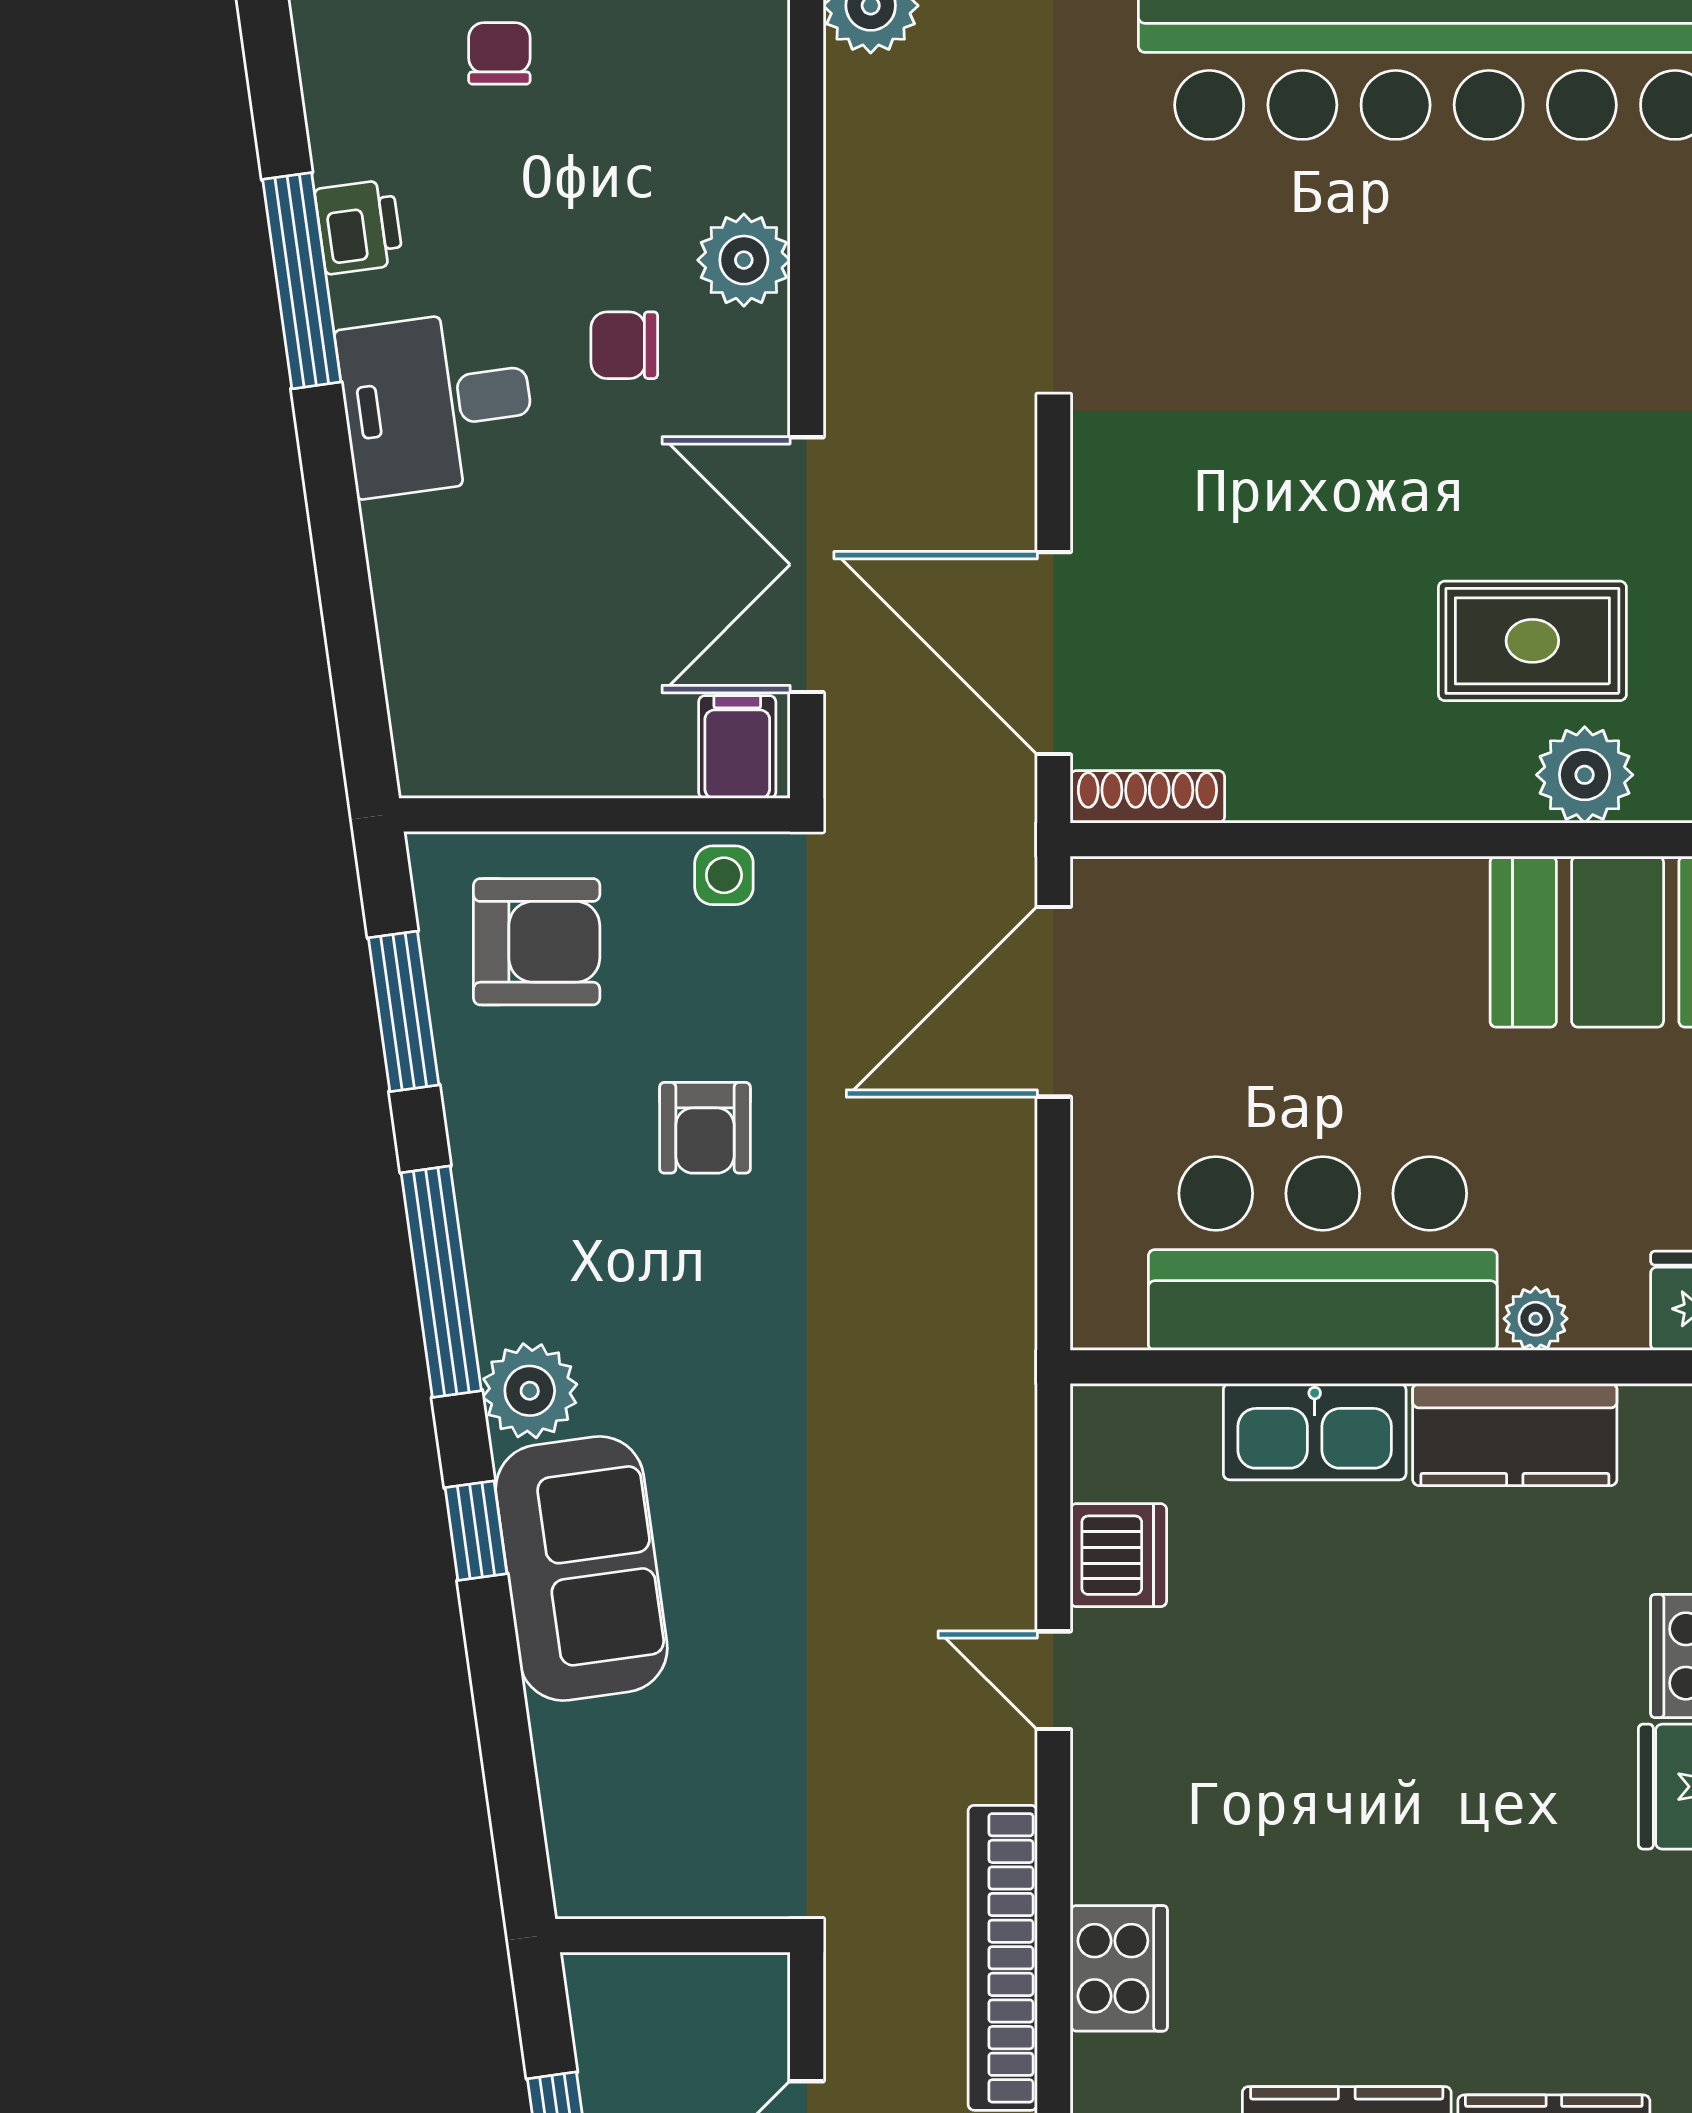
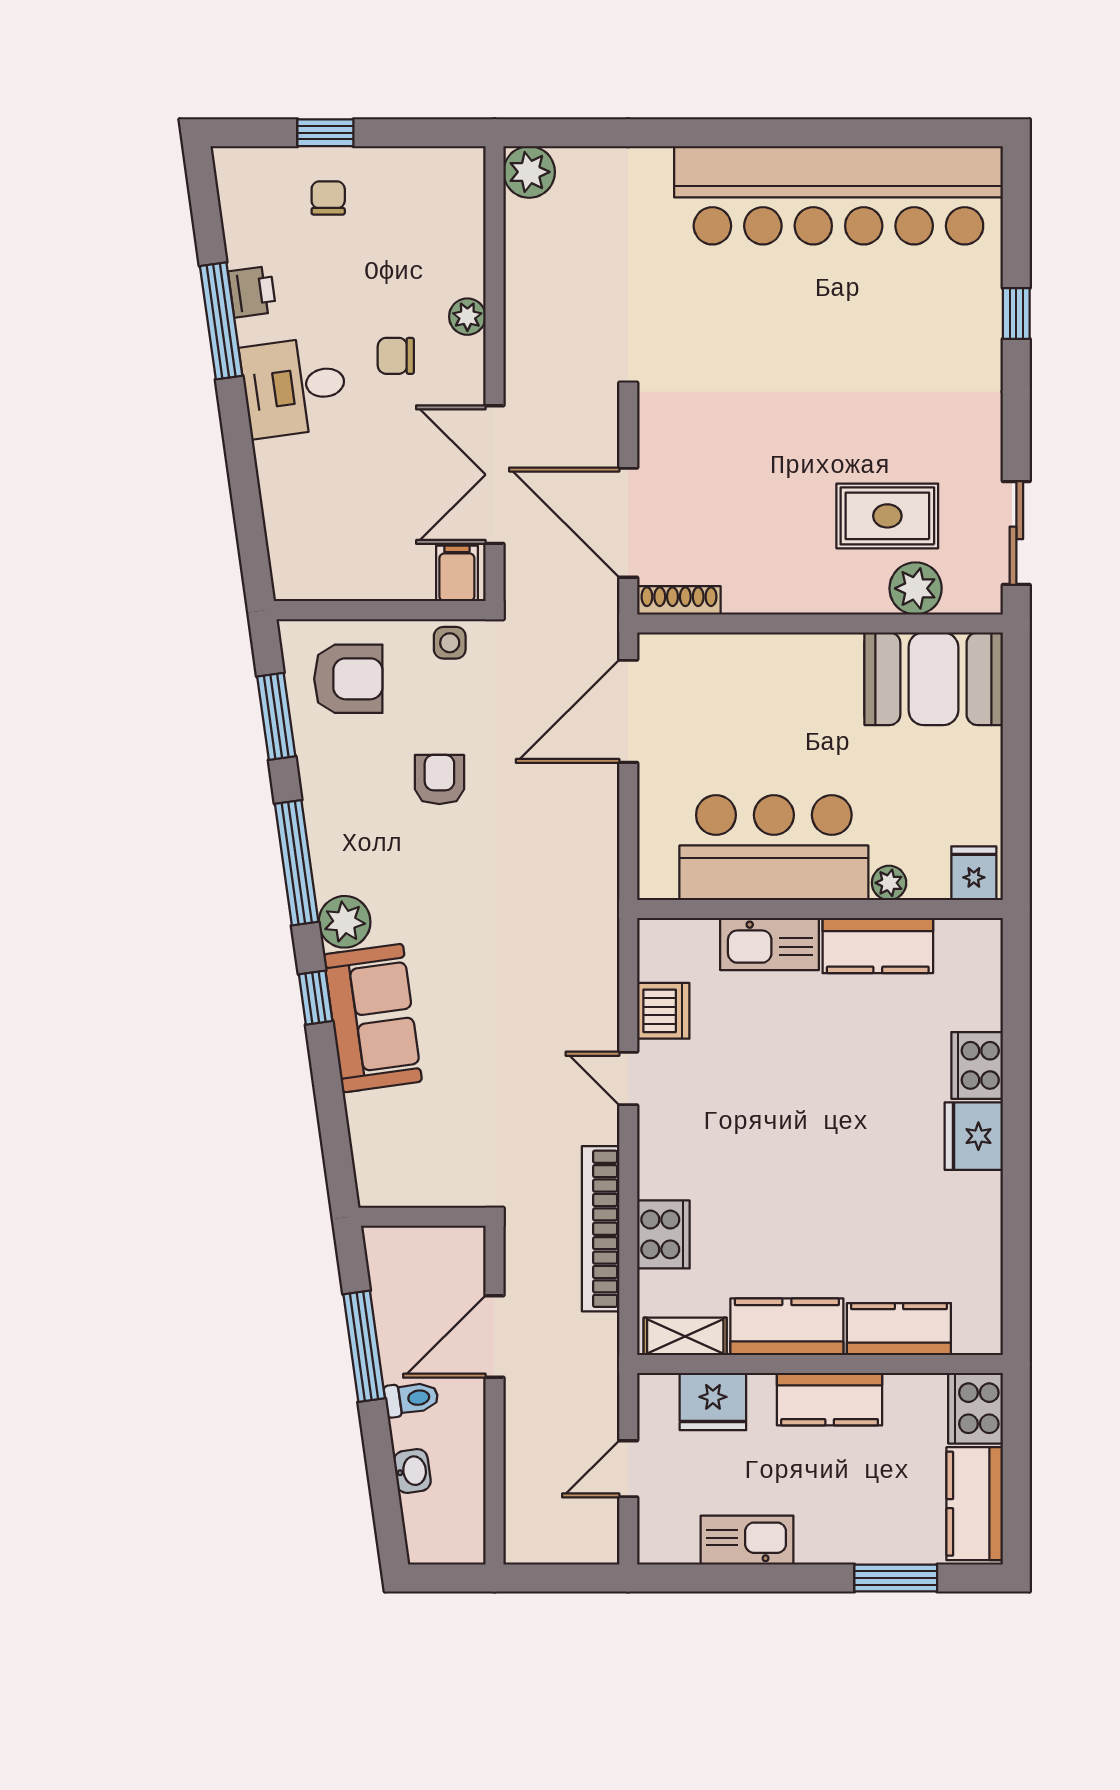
plant: (744, 260) -> (467, 317), width x0.73, depth x0.73
armchair: (705, 1128) -> (439, 779), turned 180

